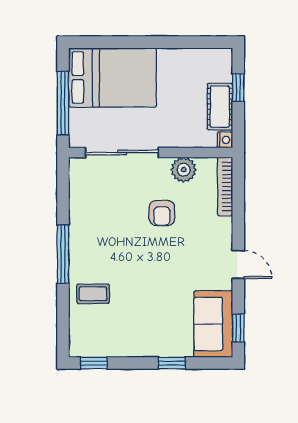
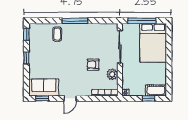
cot: (220, 107) -> (156, 90), moved
window: (172, 363) -> (26, 58), moved

